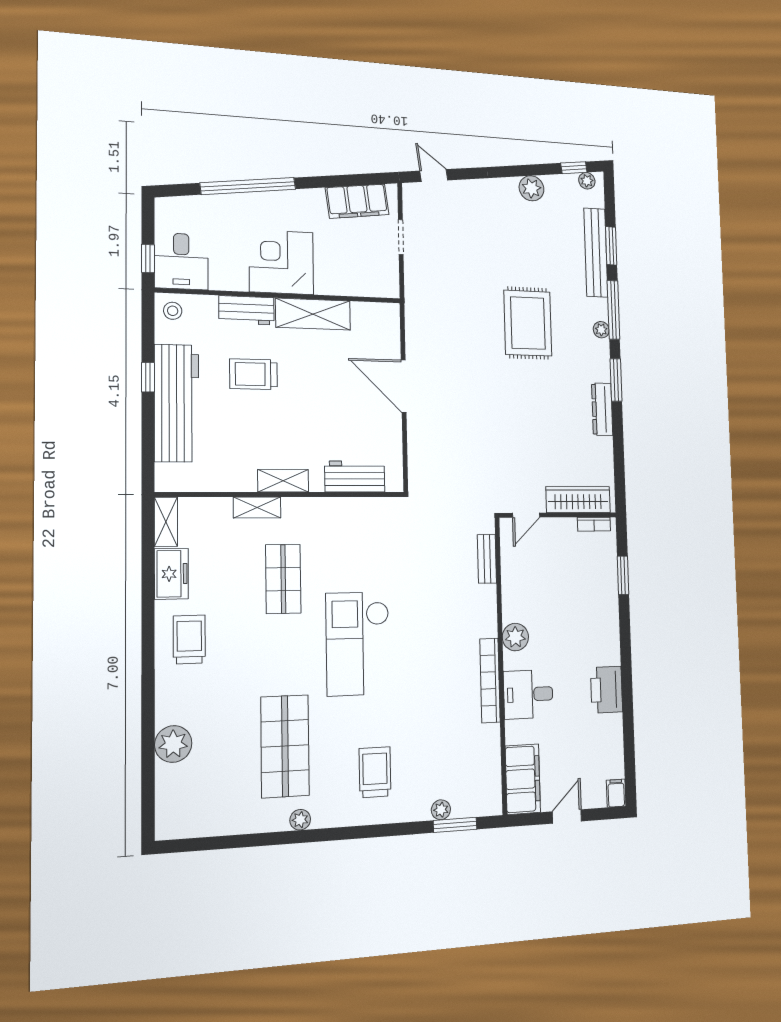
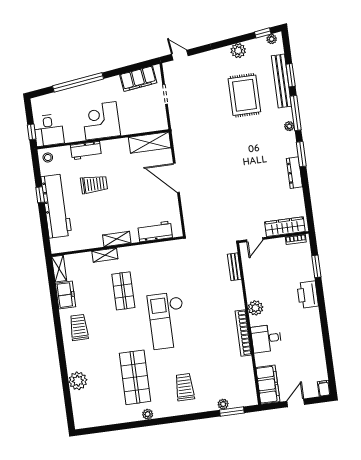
shelving: (313, 314) -> (150, 143), moved
rug: (528, 323) -> (244, 95), moved
trolley: (254, 374) -> (94, 184), turned 180
printer: (607, 690) -> (308, 295), moved

